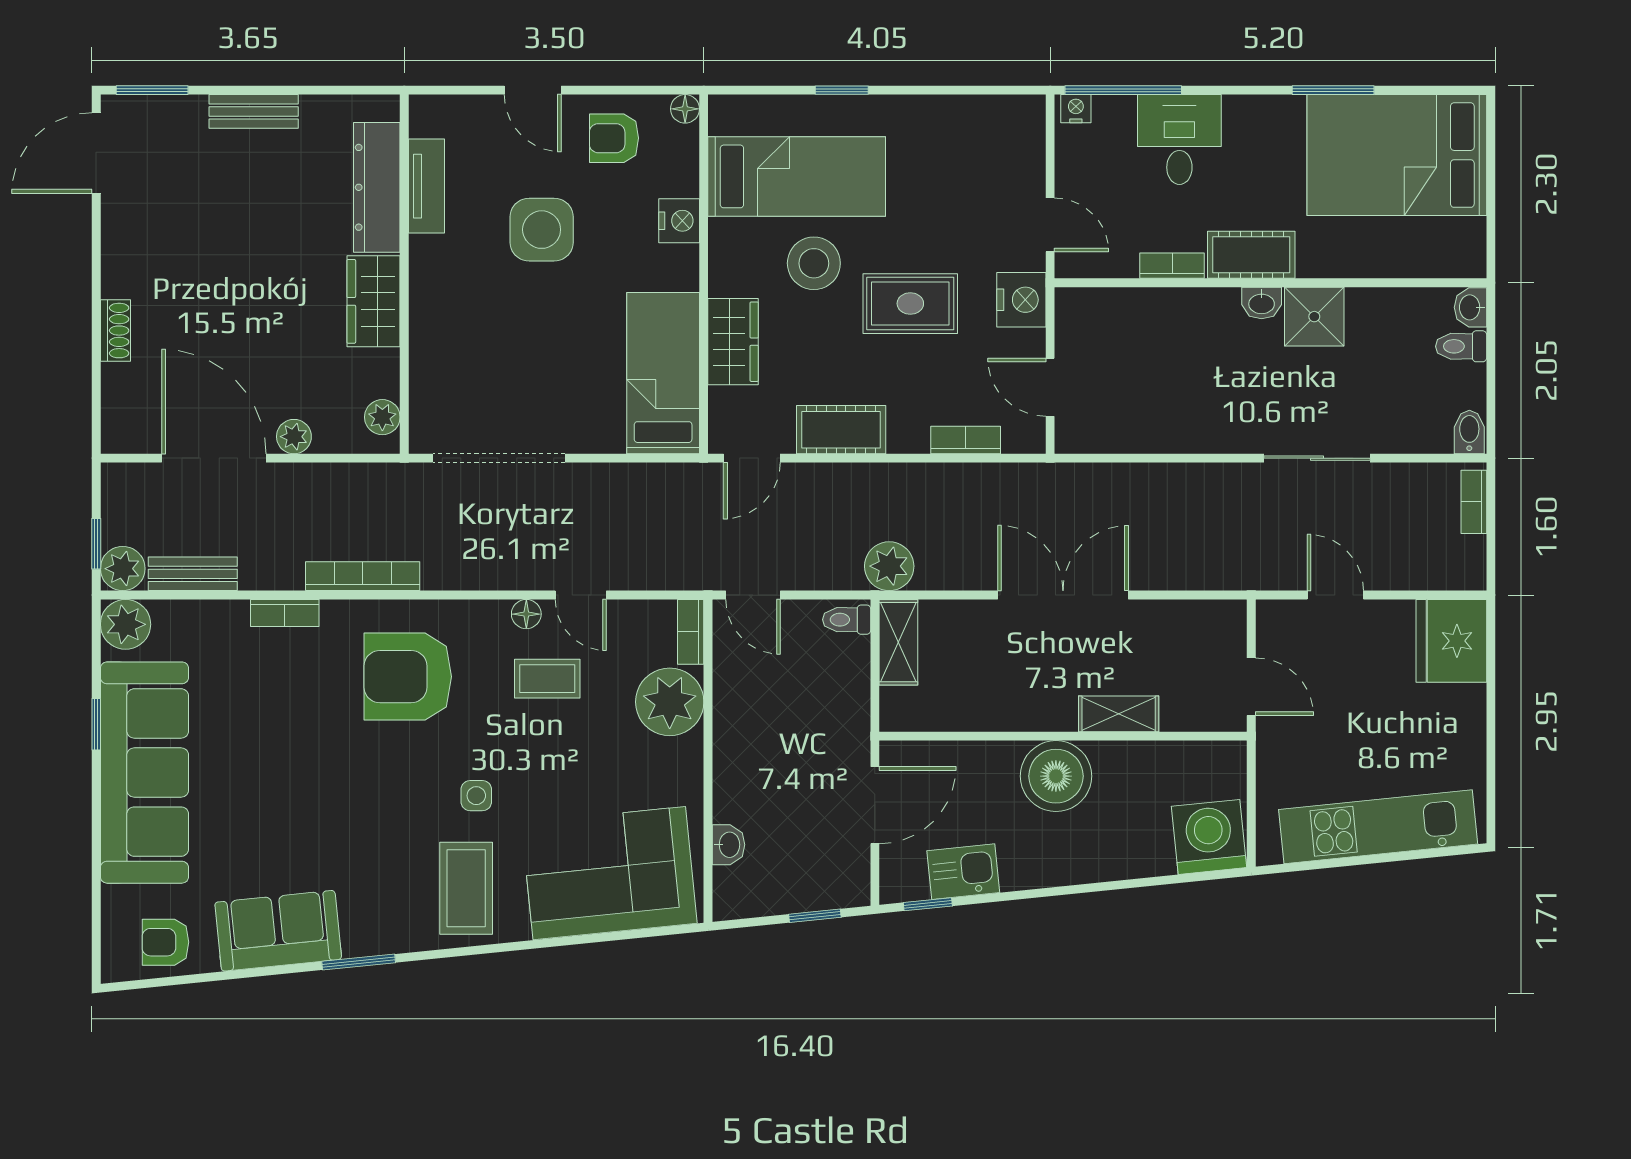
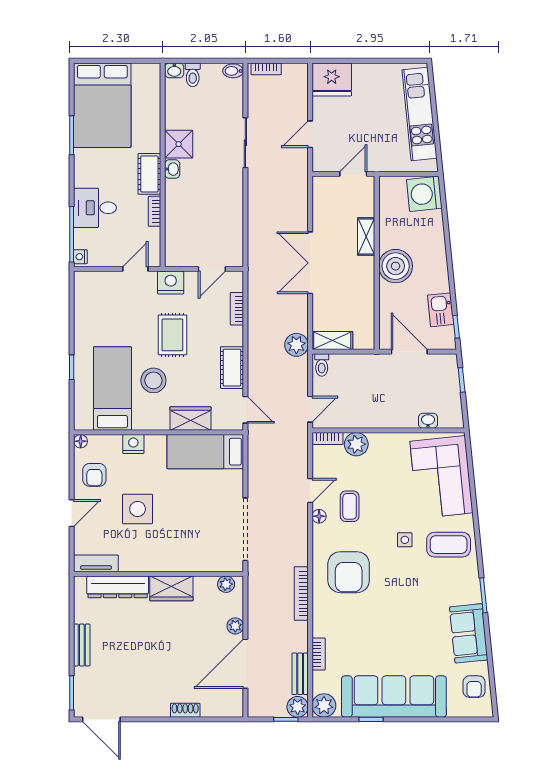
tv unit: (427, 186) -> (96, 563), moved
bookcase: (285, 613) -> (319, 654), moved
plant: (670, 702) -> (356, 444), width x0.73, depth x0.73

